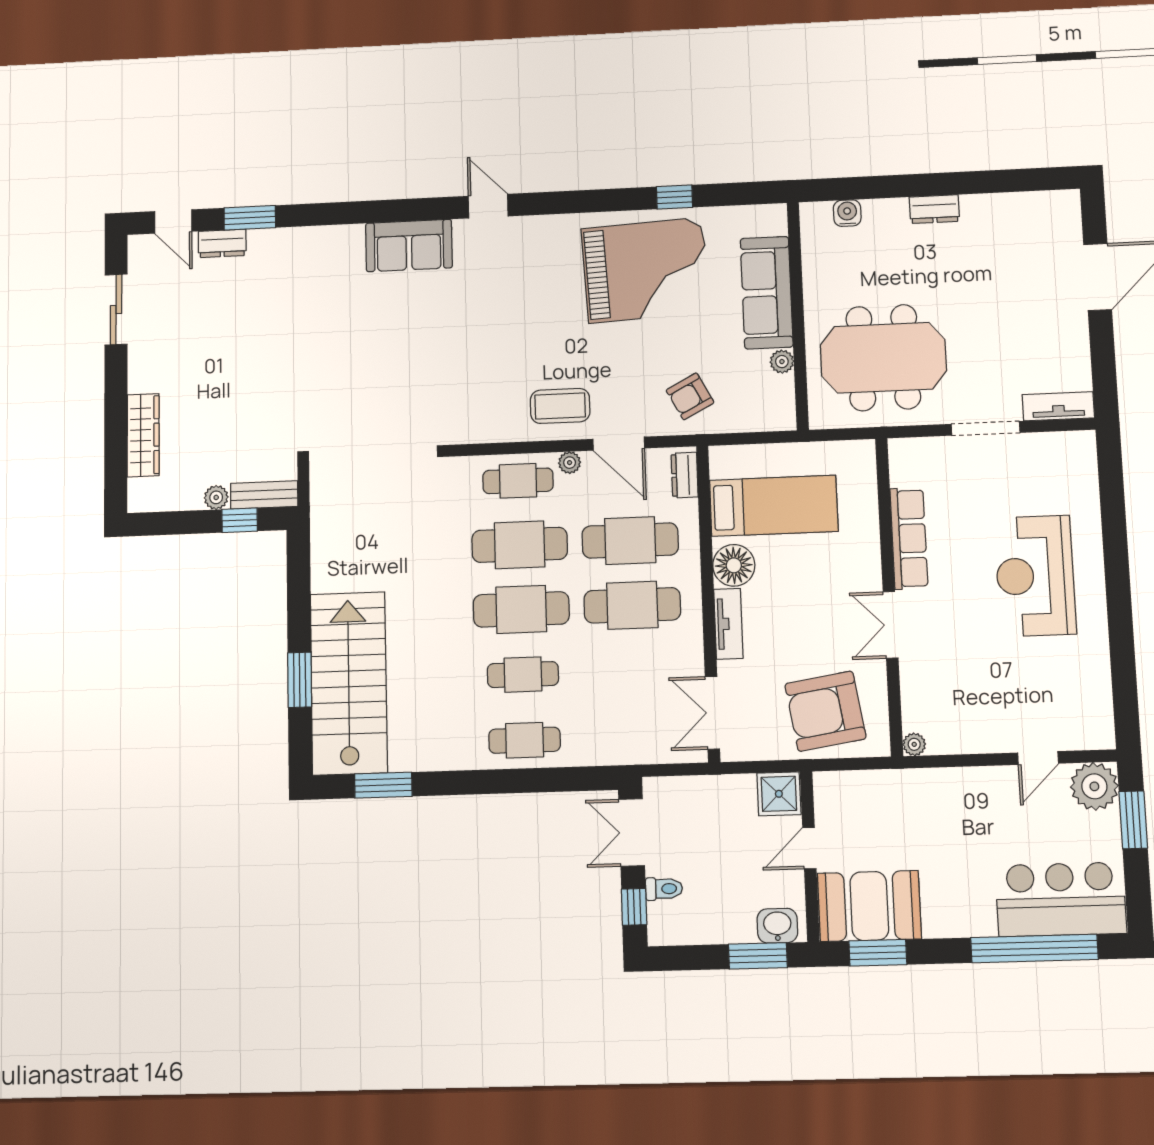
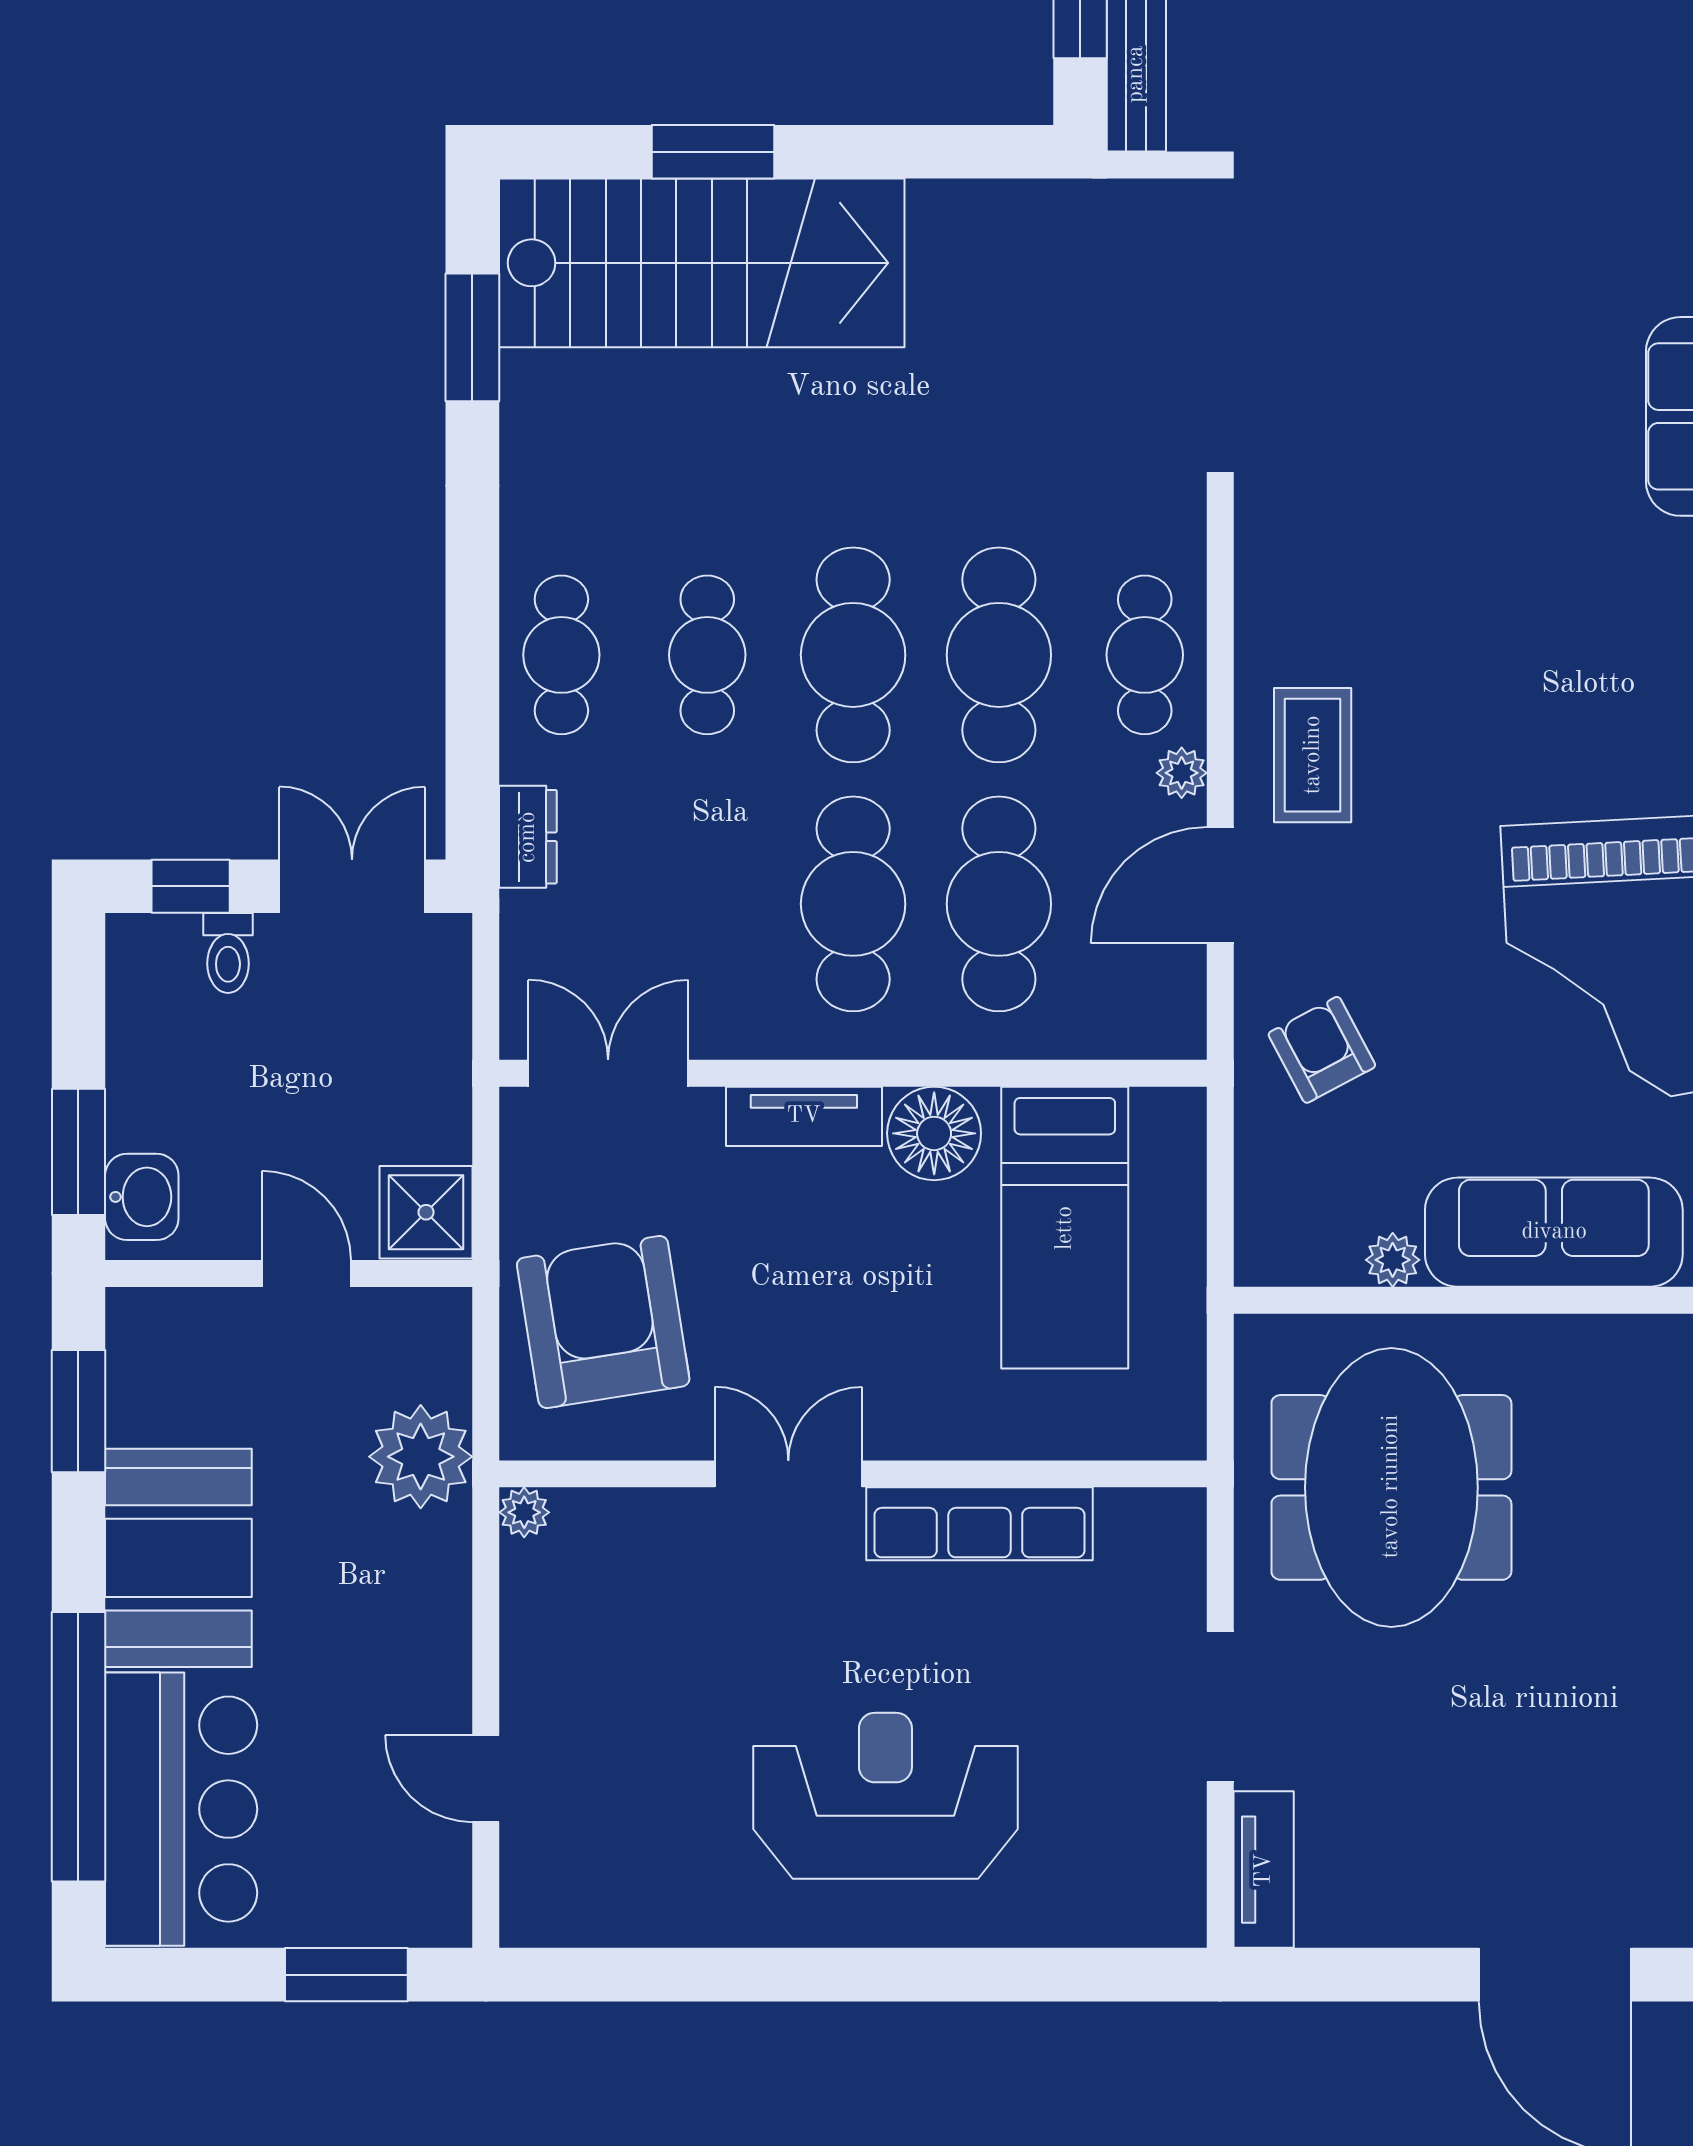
dresser: (685, 475) -> (528, 837), moved, turned 90
plant: (1094, 786) -> (421, 1457), moved
booth: (869, 906) -> (178, 1558), moved

